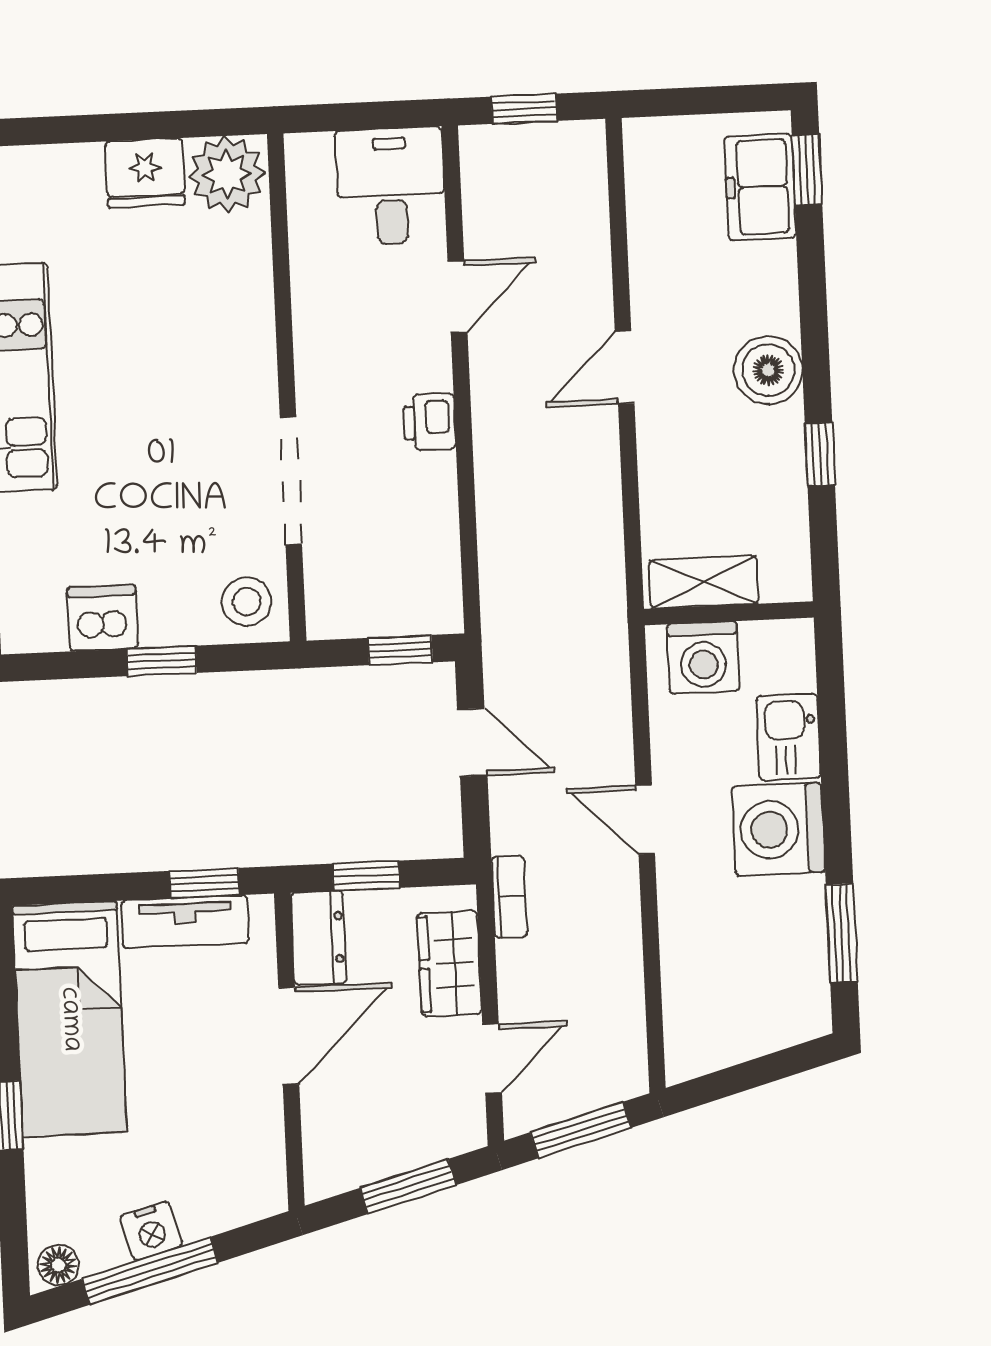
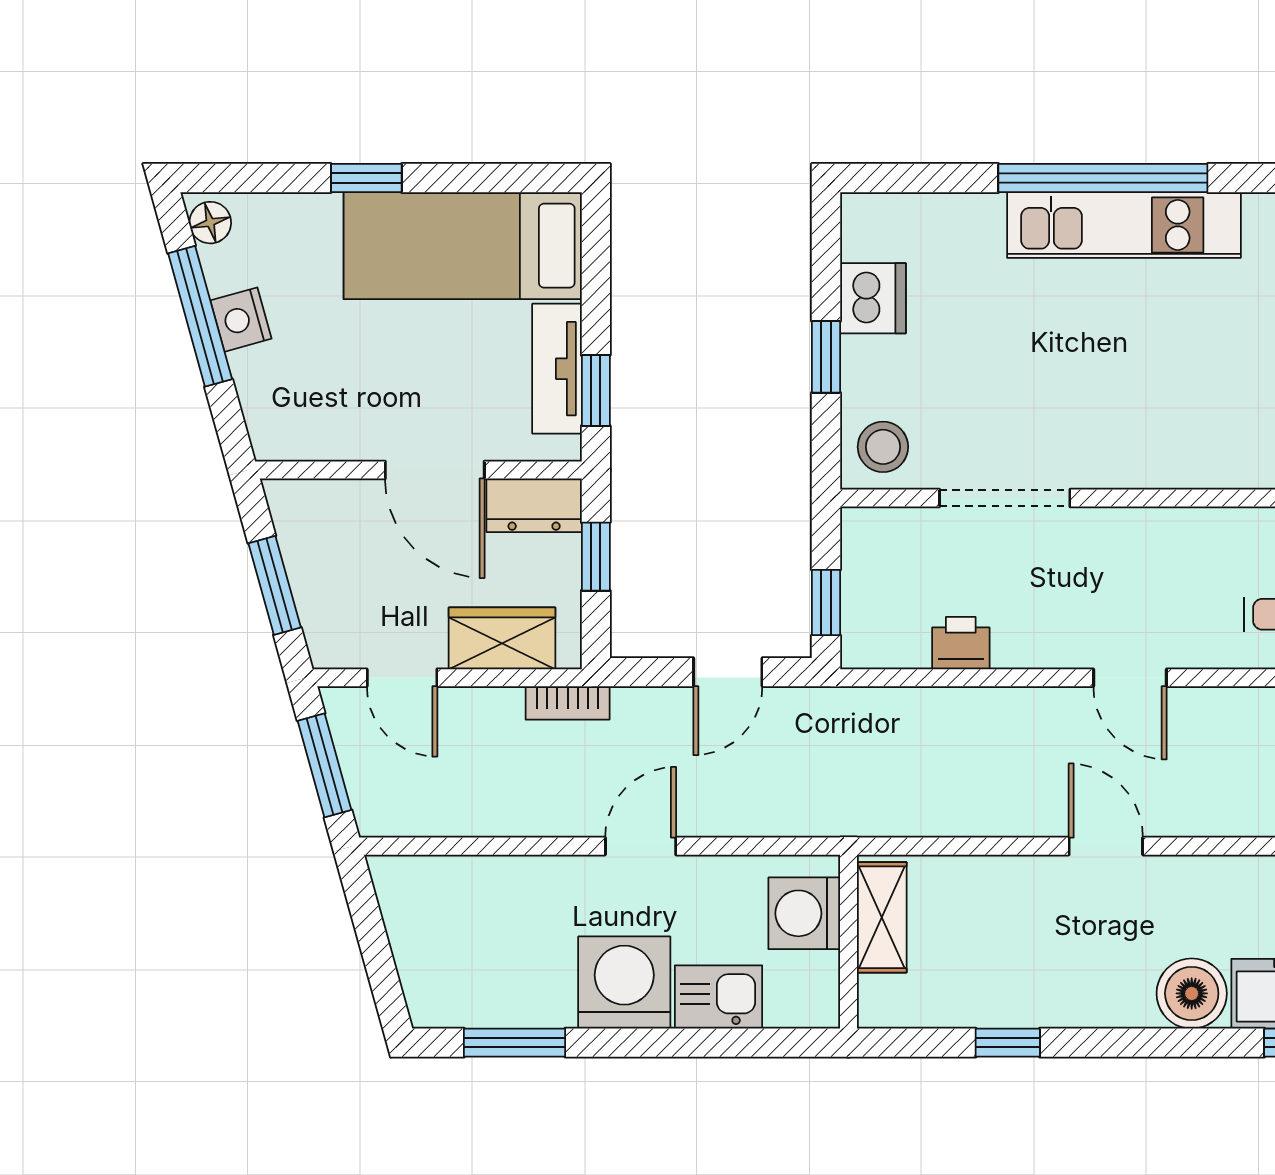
door: (457, 297) -> (1130, 678), moved
boiler: (768, 370) -> (1192, 993), moved
printer: (429, 422) -> (961, 643), moved

